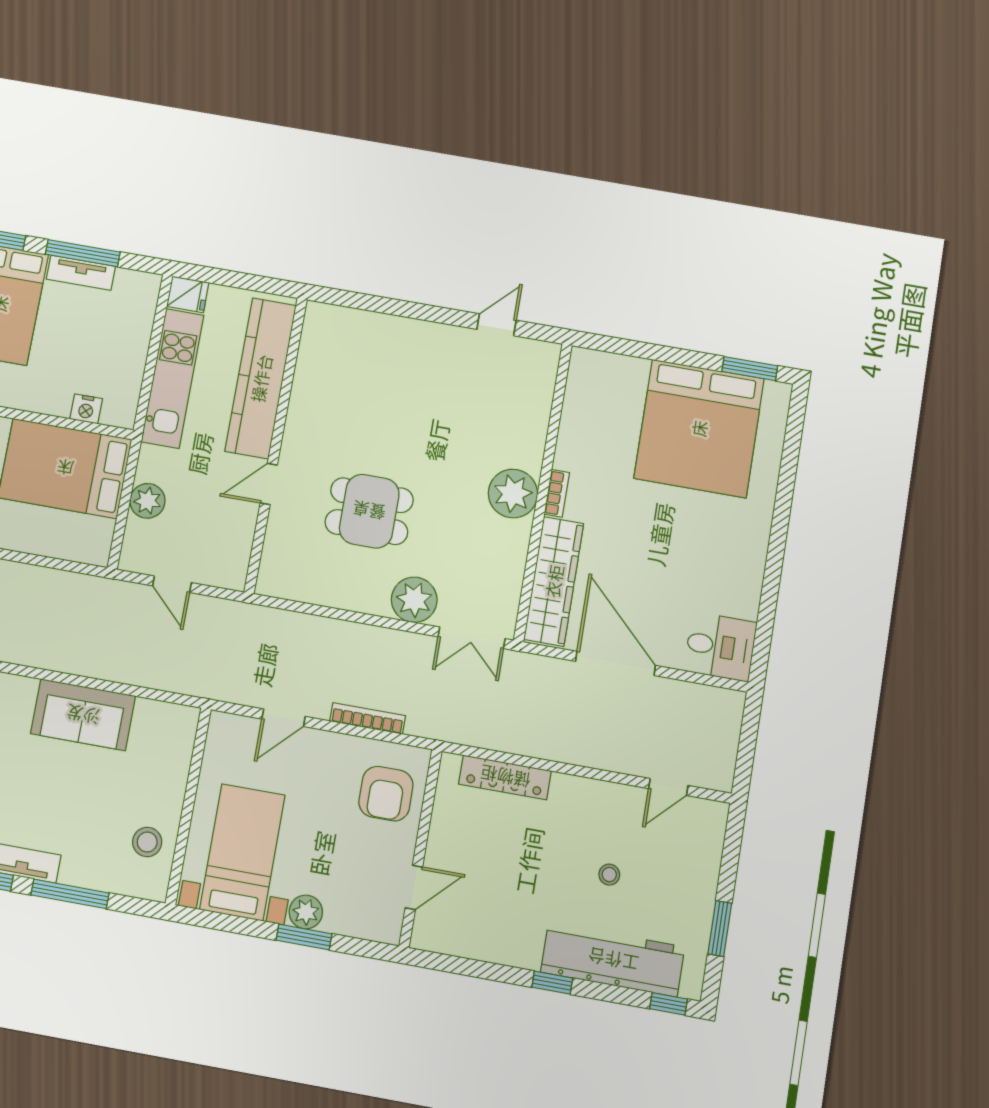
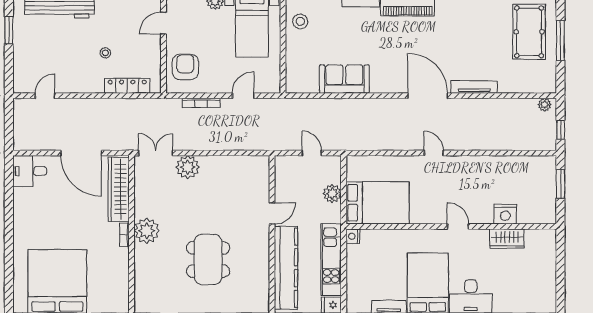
nightstand: (86, 409) -> (353, 236), moved, turned -90
dining table: (369, 511) -> (208, 259), moved, width x1.38
stool: (609, 875) -> (105, 53), moved

